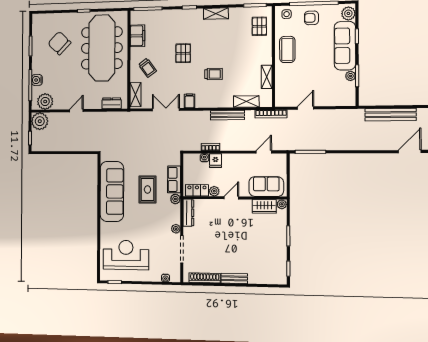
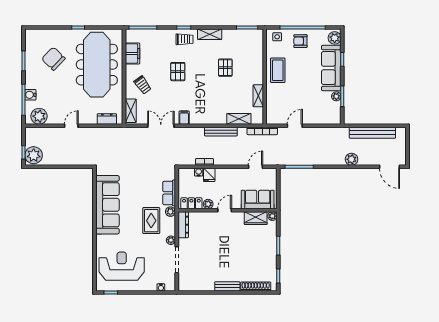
pallet: (259, 26) -> (225, 68), moved
trolley: (213, 74) -> (184, 39), moved
plant: (40, 121) -> (34, 155), moved
plant: (367, 143) -> (352, 159), added
door: (410, 152) -> (390, 167), swing flipped
rug: (147, 190) -> (151, 221), moved
shoe rack: (205, 278) -> (256, 287), moved

